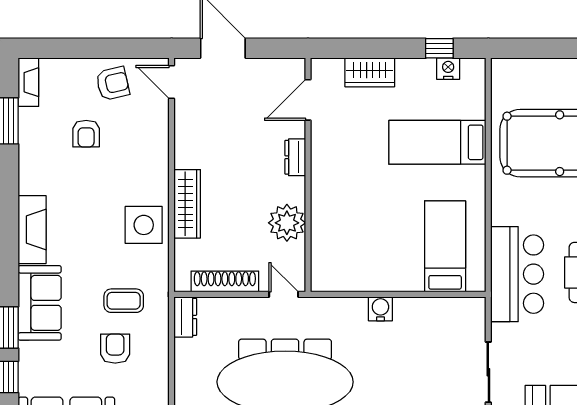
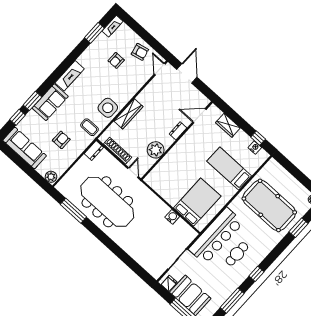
bed: (445, 246) -> (197, 202), width x1.50
bar counter: (517, 274) -> (216, 236), width x1.36
coffee table: (124, 301) -> (90, 127), moved
water cooler: (380, 309) -> (172, 217), moved

